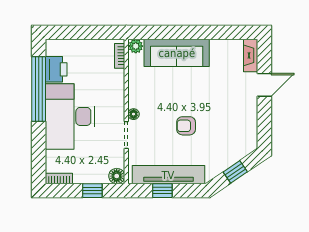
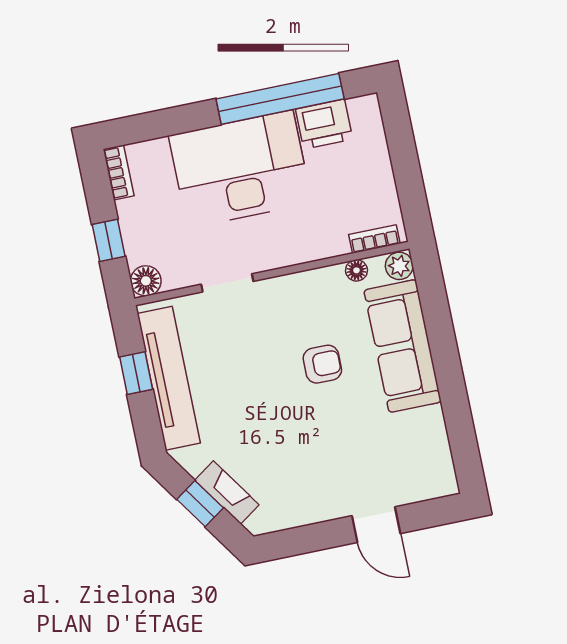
fireplace: (251, 55) -> (227, 493), moved, turned 56
floor lamp: (134, 114) -> (356, 270), moved
armchair: (186, 126) -> (322, 364), moved, turned 90

